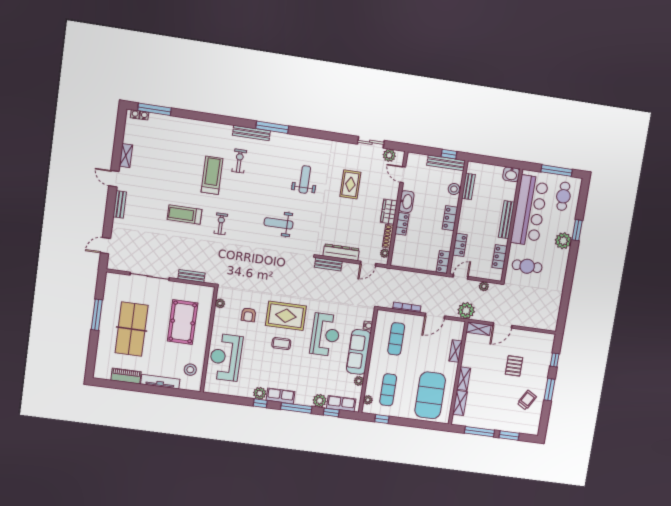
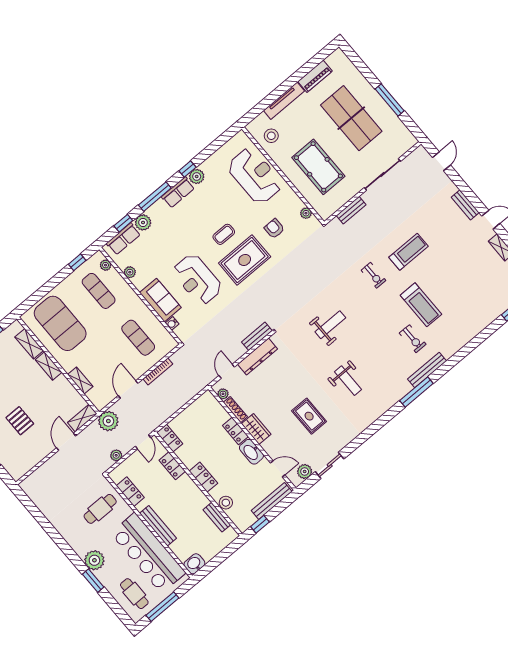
bench: (446, 163) -> (272, 501), moved
sofa: (359, 352) -> (160, 300), width x0.73

